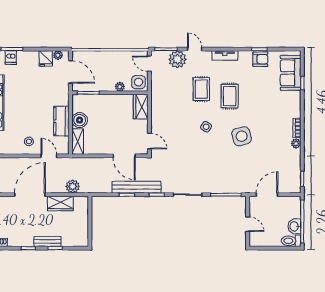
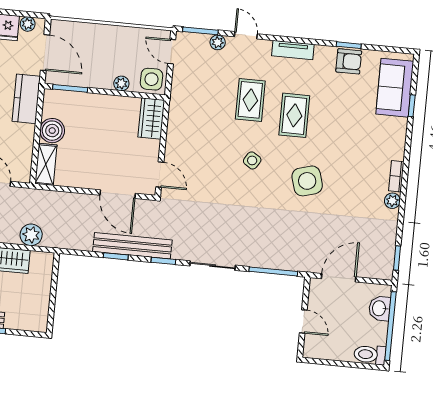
plant: (177, 59) -> (218, 42), width x0.53, depth x0.53
kitchen counter: (61, 121) -> (26, 99), moved
washbasin: (294, 226) -> (380, 308), moved

